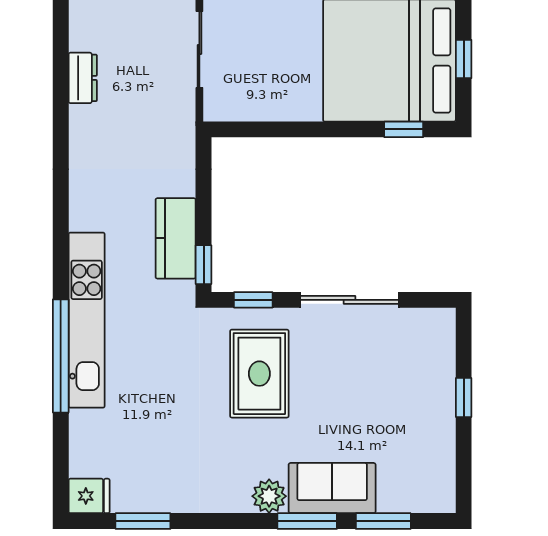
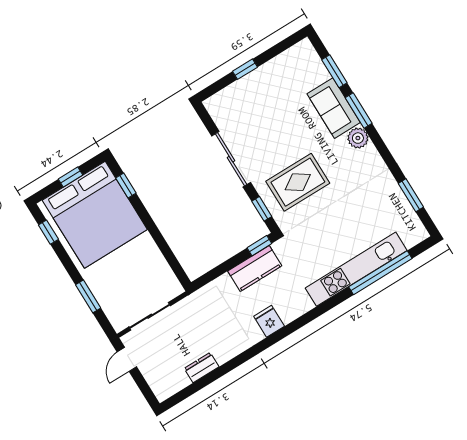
kitchen unit: (87, 320) -> (356, 269), moved
window: (61, 356) -> (380, 273), moved
fridge: (89, 496) -> (269, 321), moved

